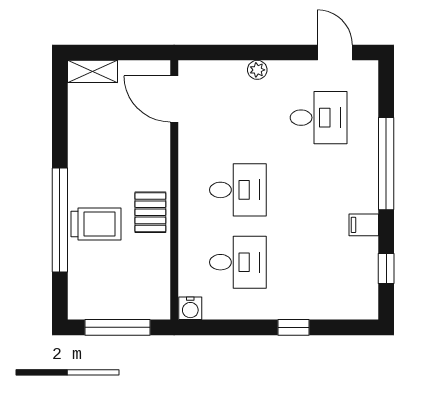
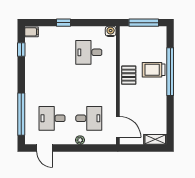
window: (386, 164) -> (21, 114), moved
desk: (238, 190) -> (89, 118), moved, turned 180
filing cabinet: (364, 225) -> (31, 32), moved

